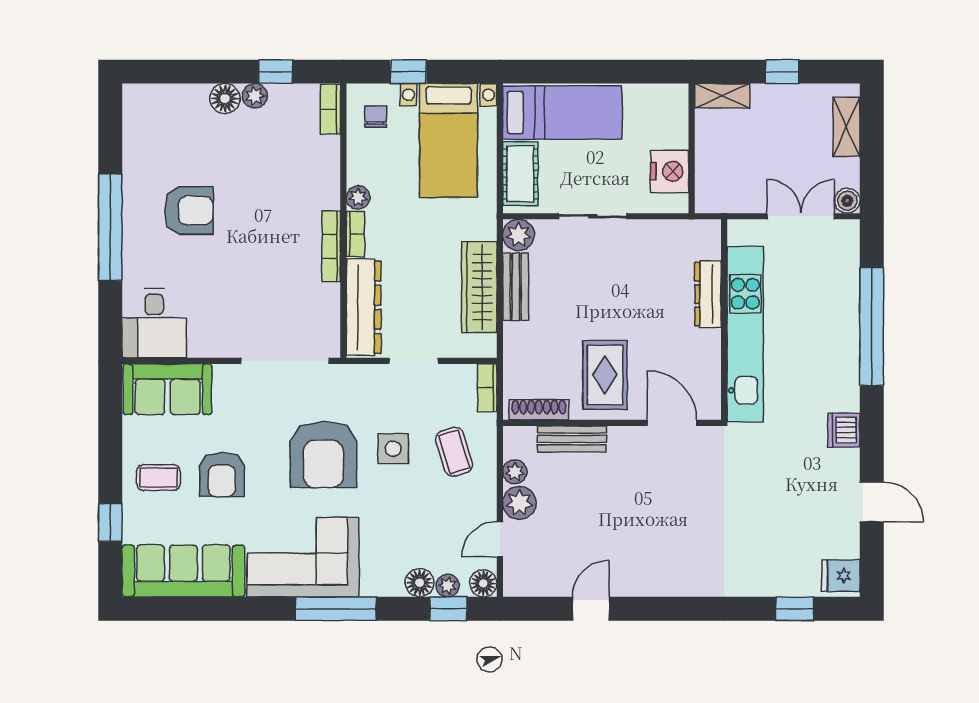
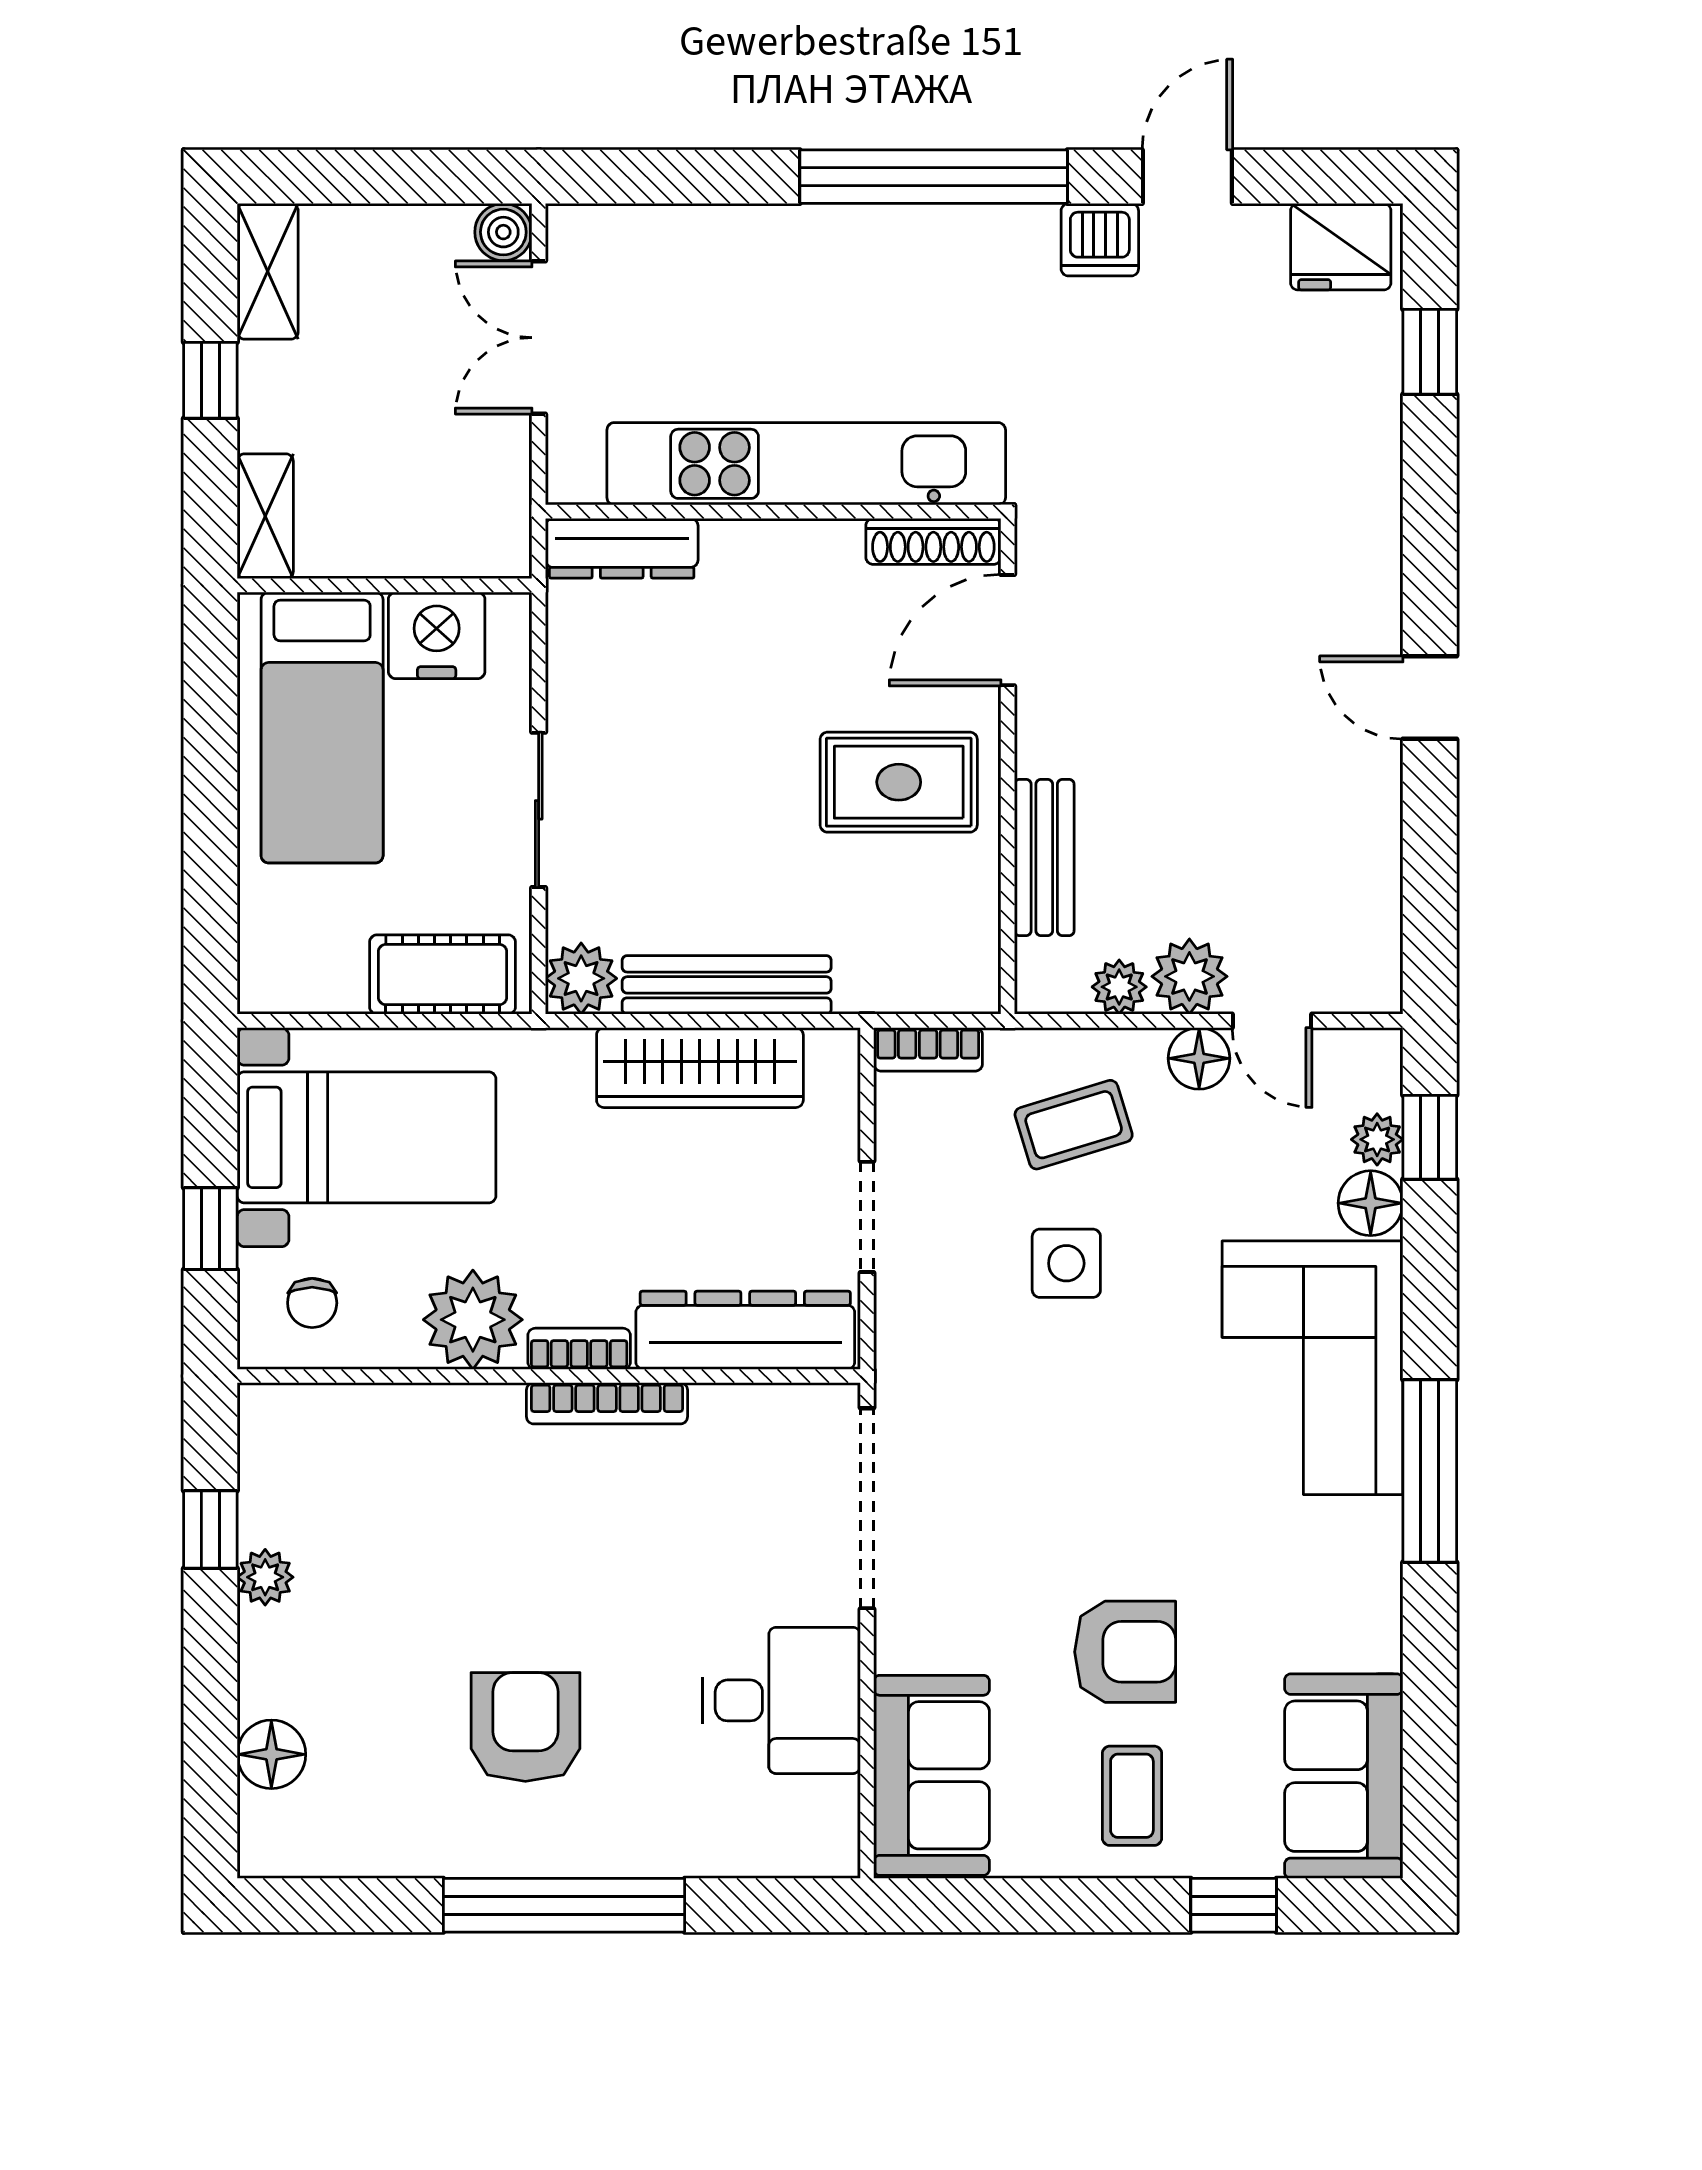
floor lamp: (225, 99) -> (271, 1754), moved
bookcase: (330, 109) -> (296, 1406), removed
bed: (562, 113) -> (322, 727), moved, turned 180
chair: (376, 116) -> (312, 1303), turned -90
shelving: (846, 127) -> (268, 271), moved, turned 90
plant: (358, 197) -> (473, 1320), width x1.88, depth x1.88
bench: (516, 287) -> (727, 985), width x1.36
dresser: (708, 294) -> (622, 548), moved
desk: (154, 323) -> (781, 1700), moved
window: (872, 326) -> (934, 177), moved
shoe rack: (539, 410) -> (933, 541), moved, turned -90
dishwasher: (844, 430) -> (1100, 240), moved
armchair: (323, 455) -> (1080, 1421), removed
corner sofa: (303, 557) -> (1313, 1368), moved
sofa: (183, 571) -> (1344, 1776), width x0.73
fridge: (841, 576) -> (1341, 247), width x1.38
floor lamp: (483, 583) -> (1199, 1058), moved
window: (336, 609) -> (1430, 1471), moved
door: (591, 609) -> (1430, 698), moved

